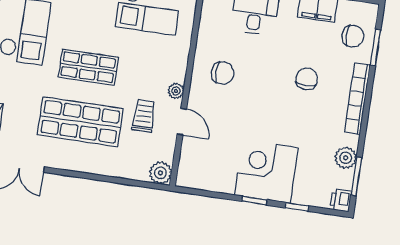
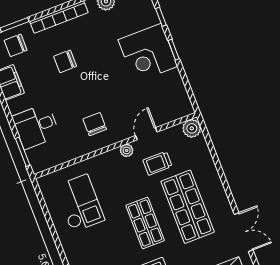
chair: (353, 36) -> (16, 45), turned -90

